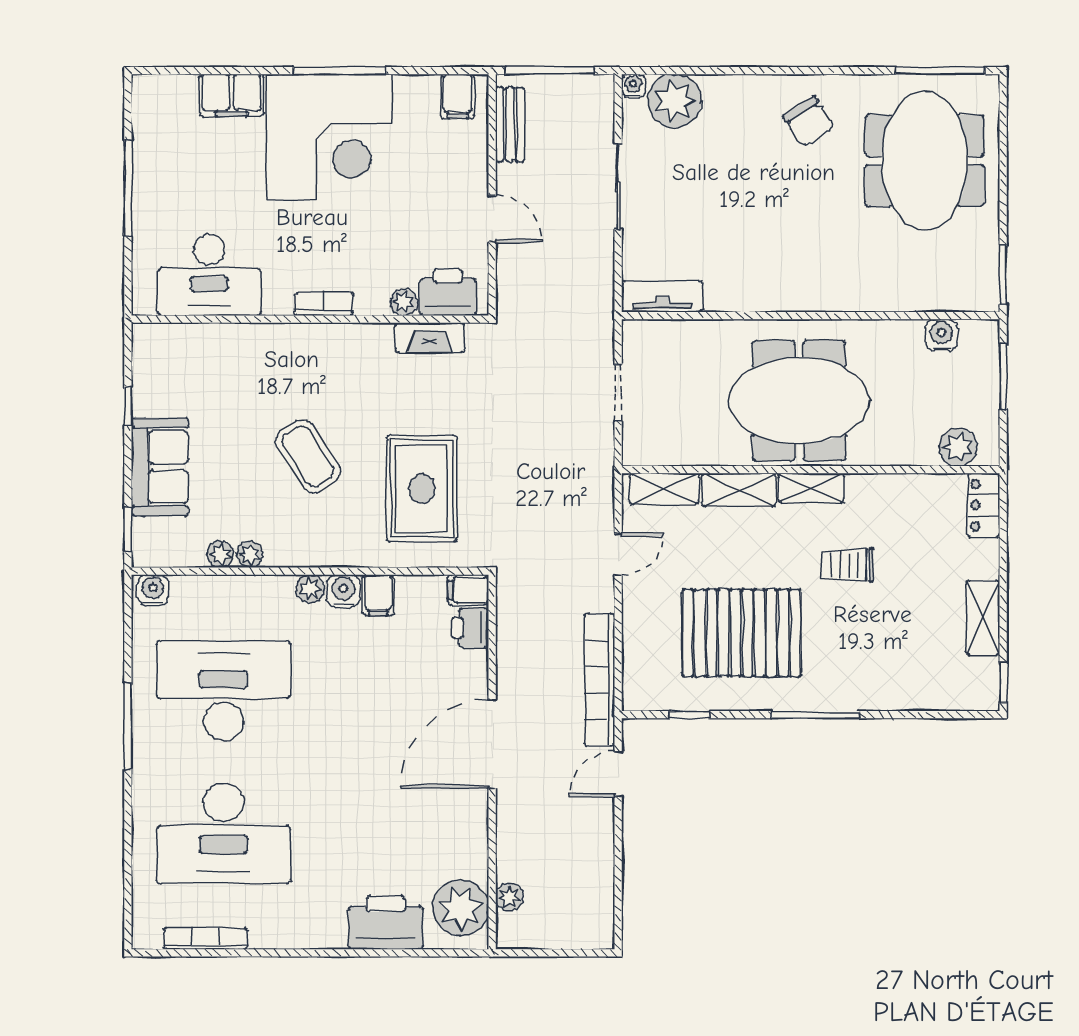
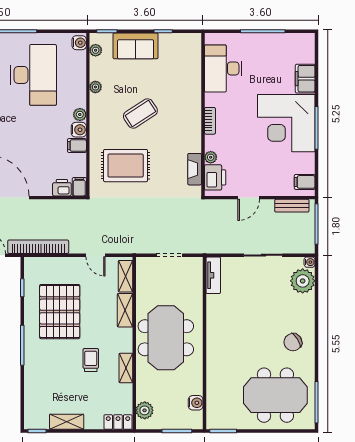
shelving: (811, 488) -> (126, 368), moved
plant: (220, 554) -> (96, 50), moved

